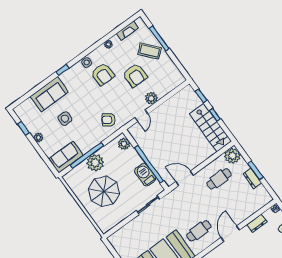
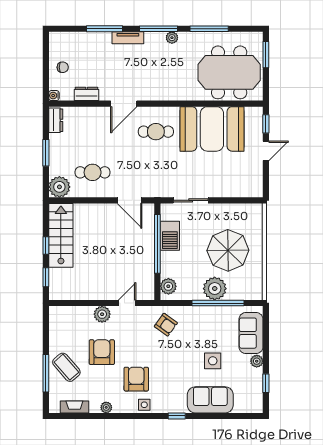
sofa: (66, 157) -> (251, 333), moved, turned 90
dresser: (252, 178) -> (56, 120), moved

